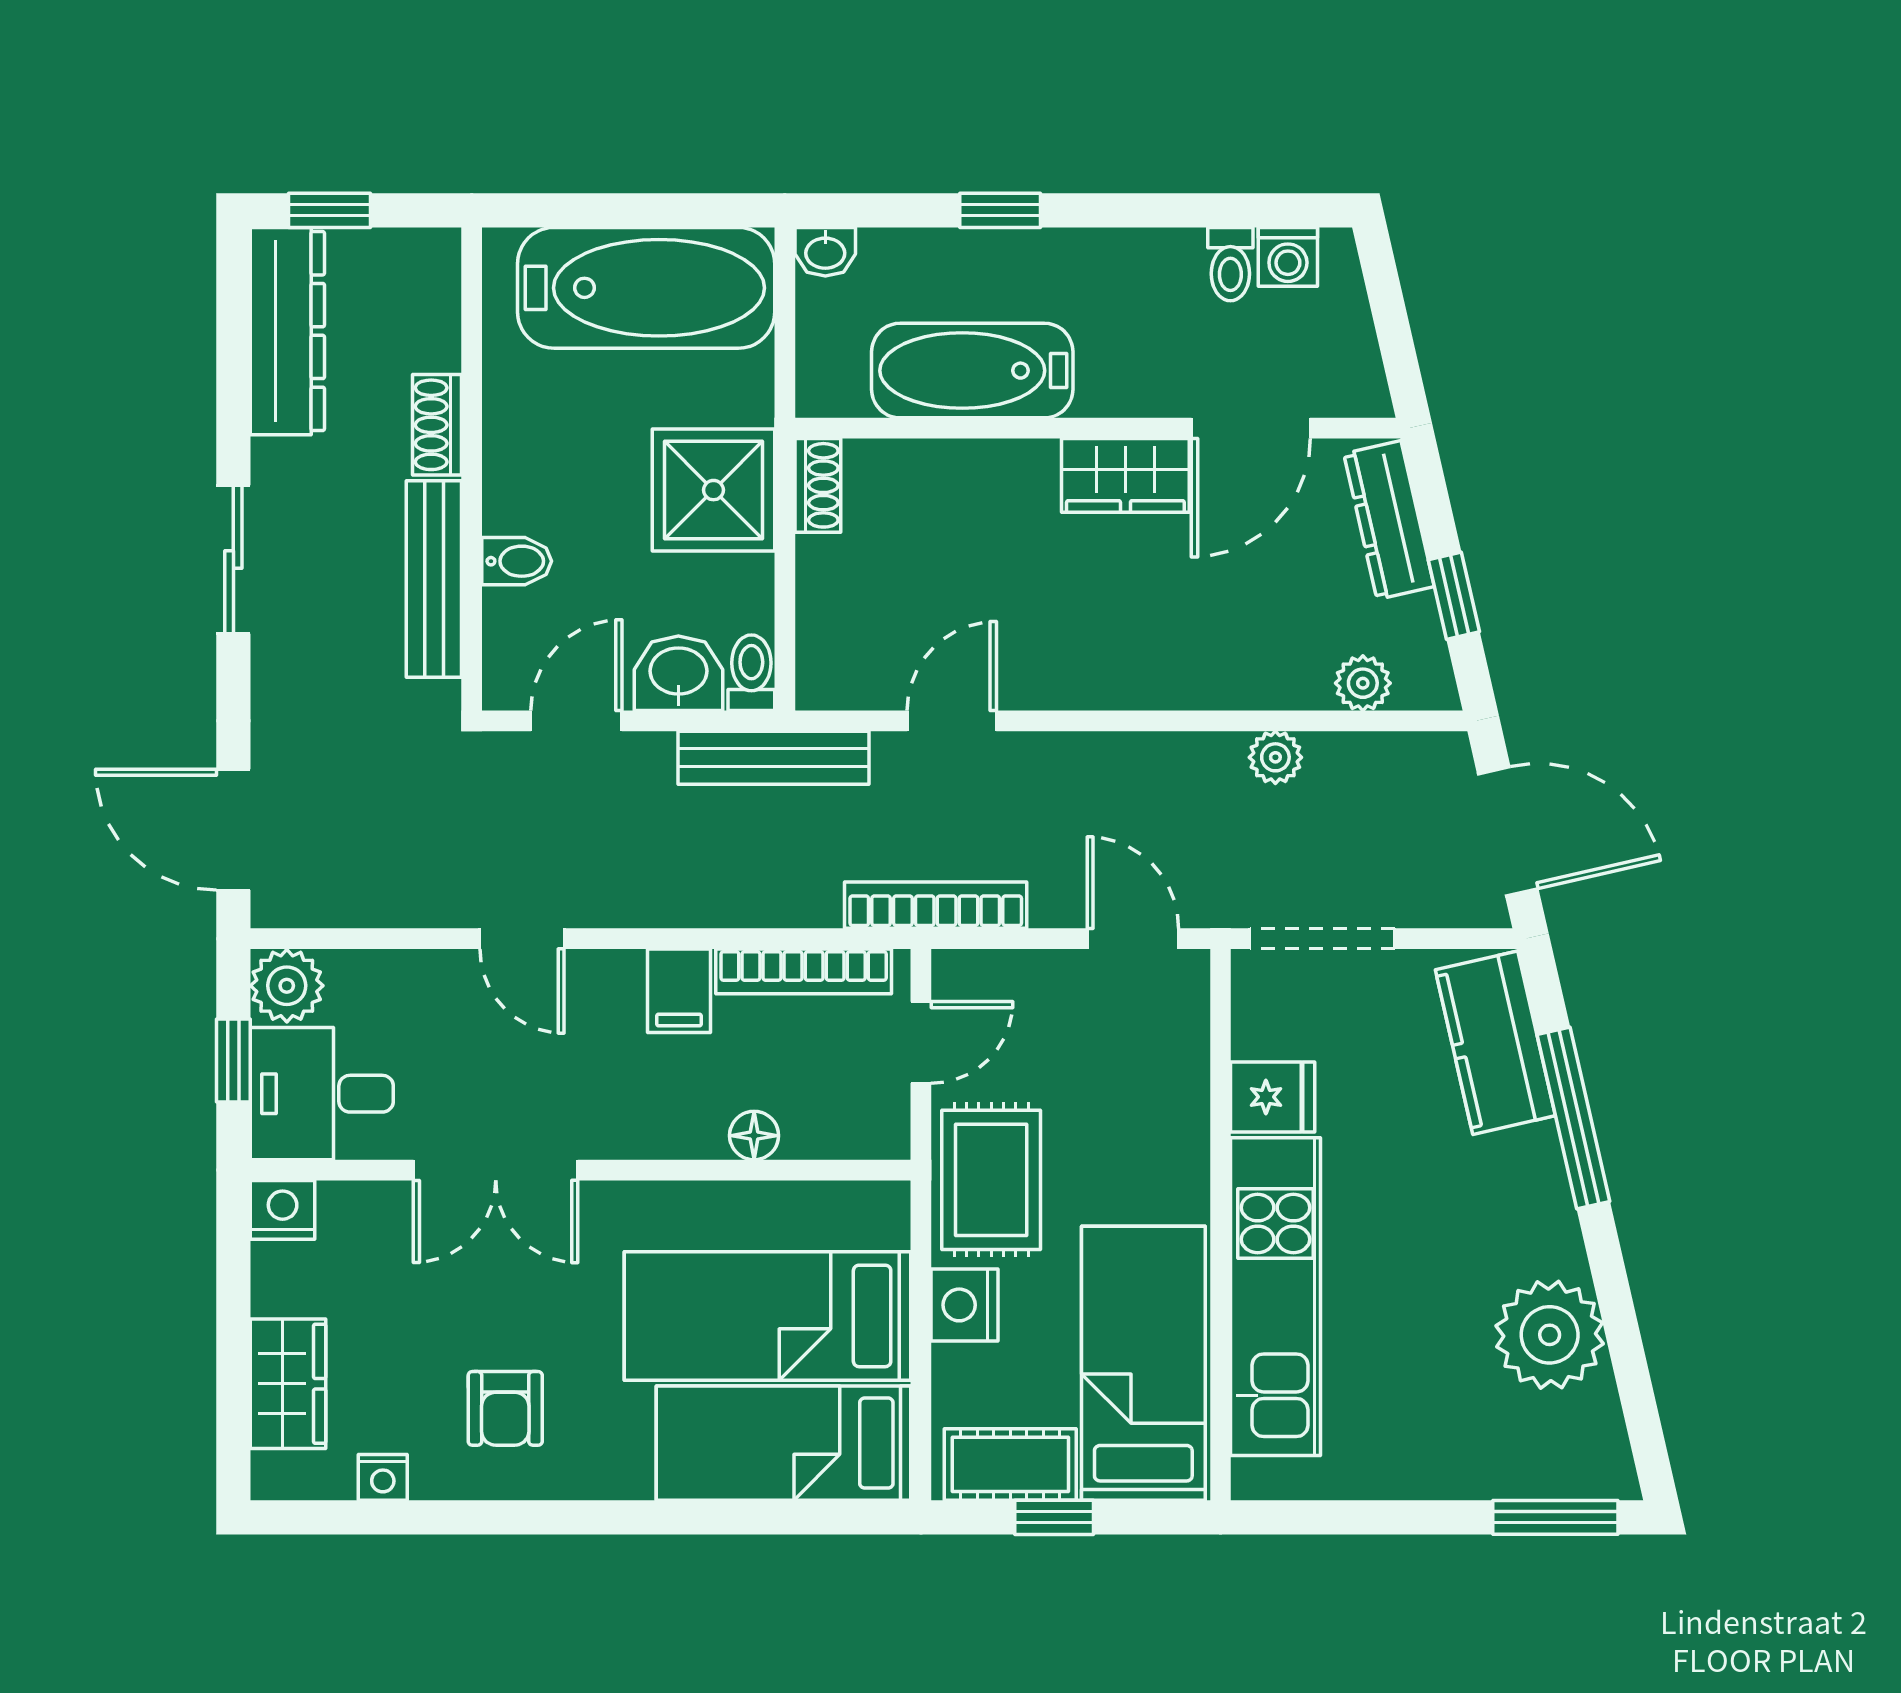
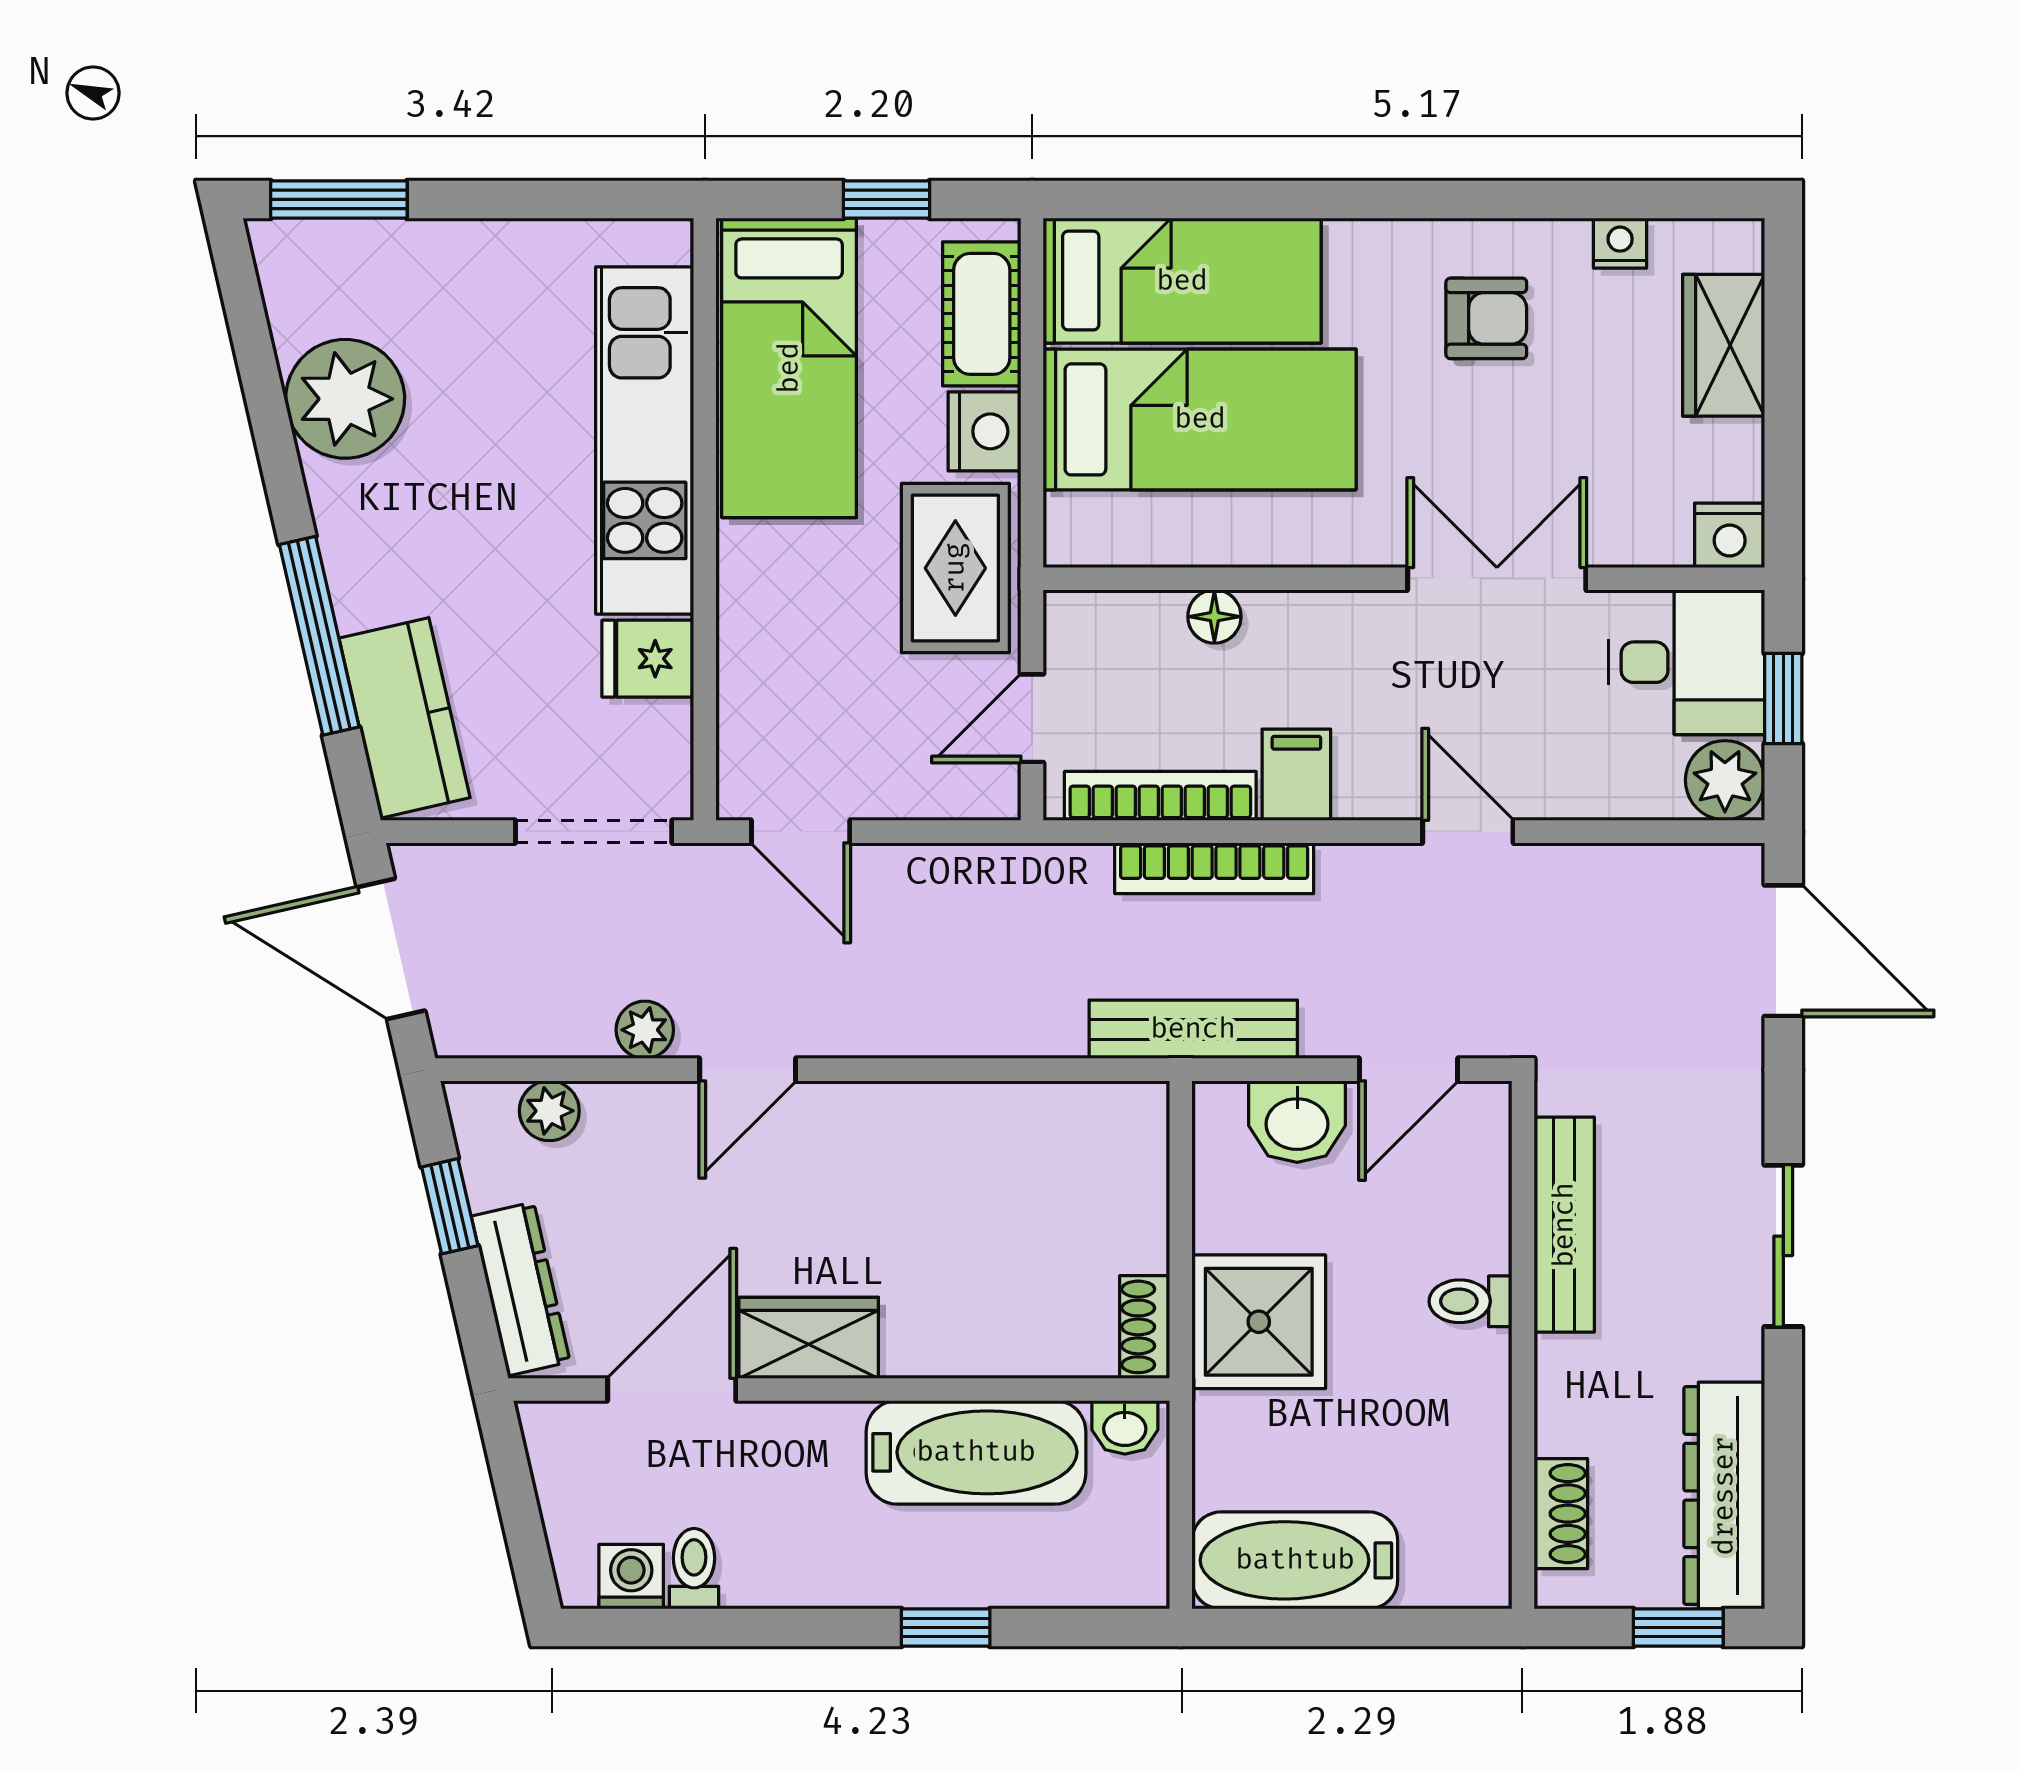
washbasin: (825, 252) -> (1125, 1427), moved, turned 180
bathtub: (646, 288) -> (1295, 1560), width x0.73, depth x0.73
shoe rack: (437, 425) -> (1561, 1514), moved
bidet: (517, 561) -> (1474, 1244), removed
toilet: (751, 673) -> (1470, 1301), moved, turned 90
door: (952, 721) -> (748, 1070), moved
bookcase: (936, 905) -> (1214, 868), moved
armchair: (505, 1408) -> (1486, 318), turned 90
cot: (1010, 1464) -> (982, 314), moved, turned 90

